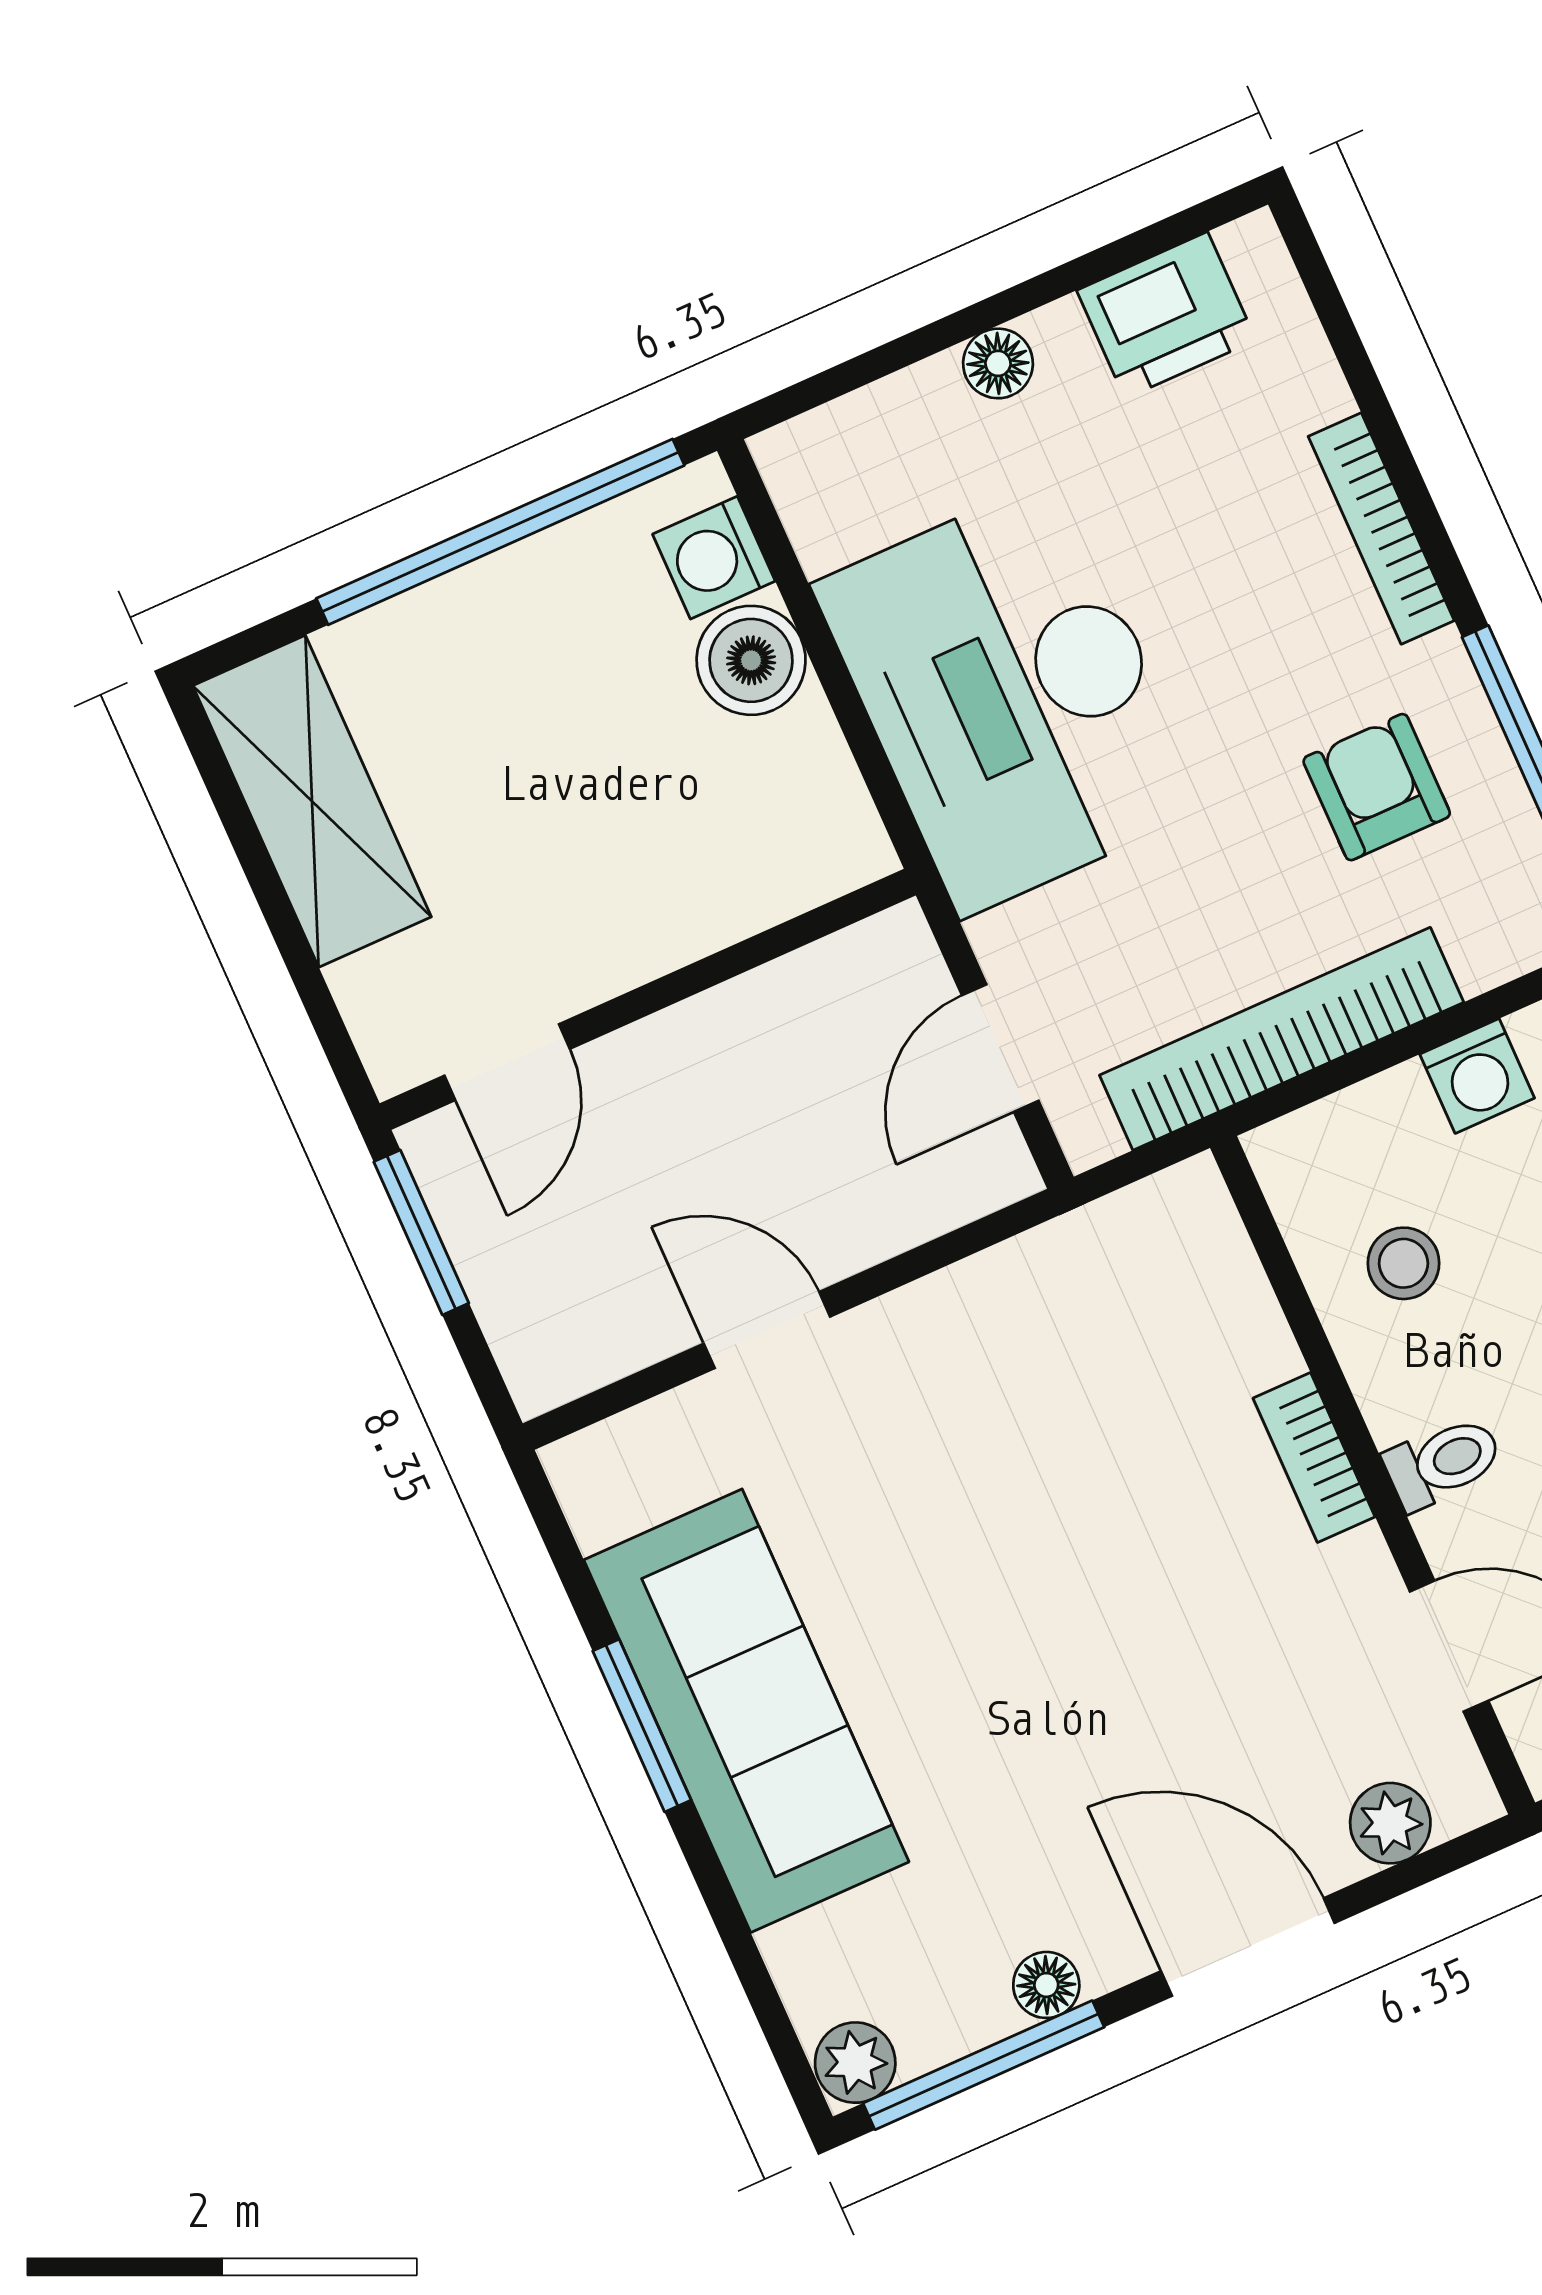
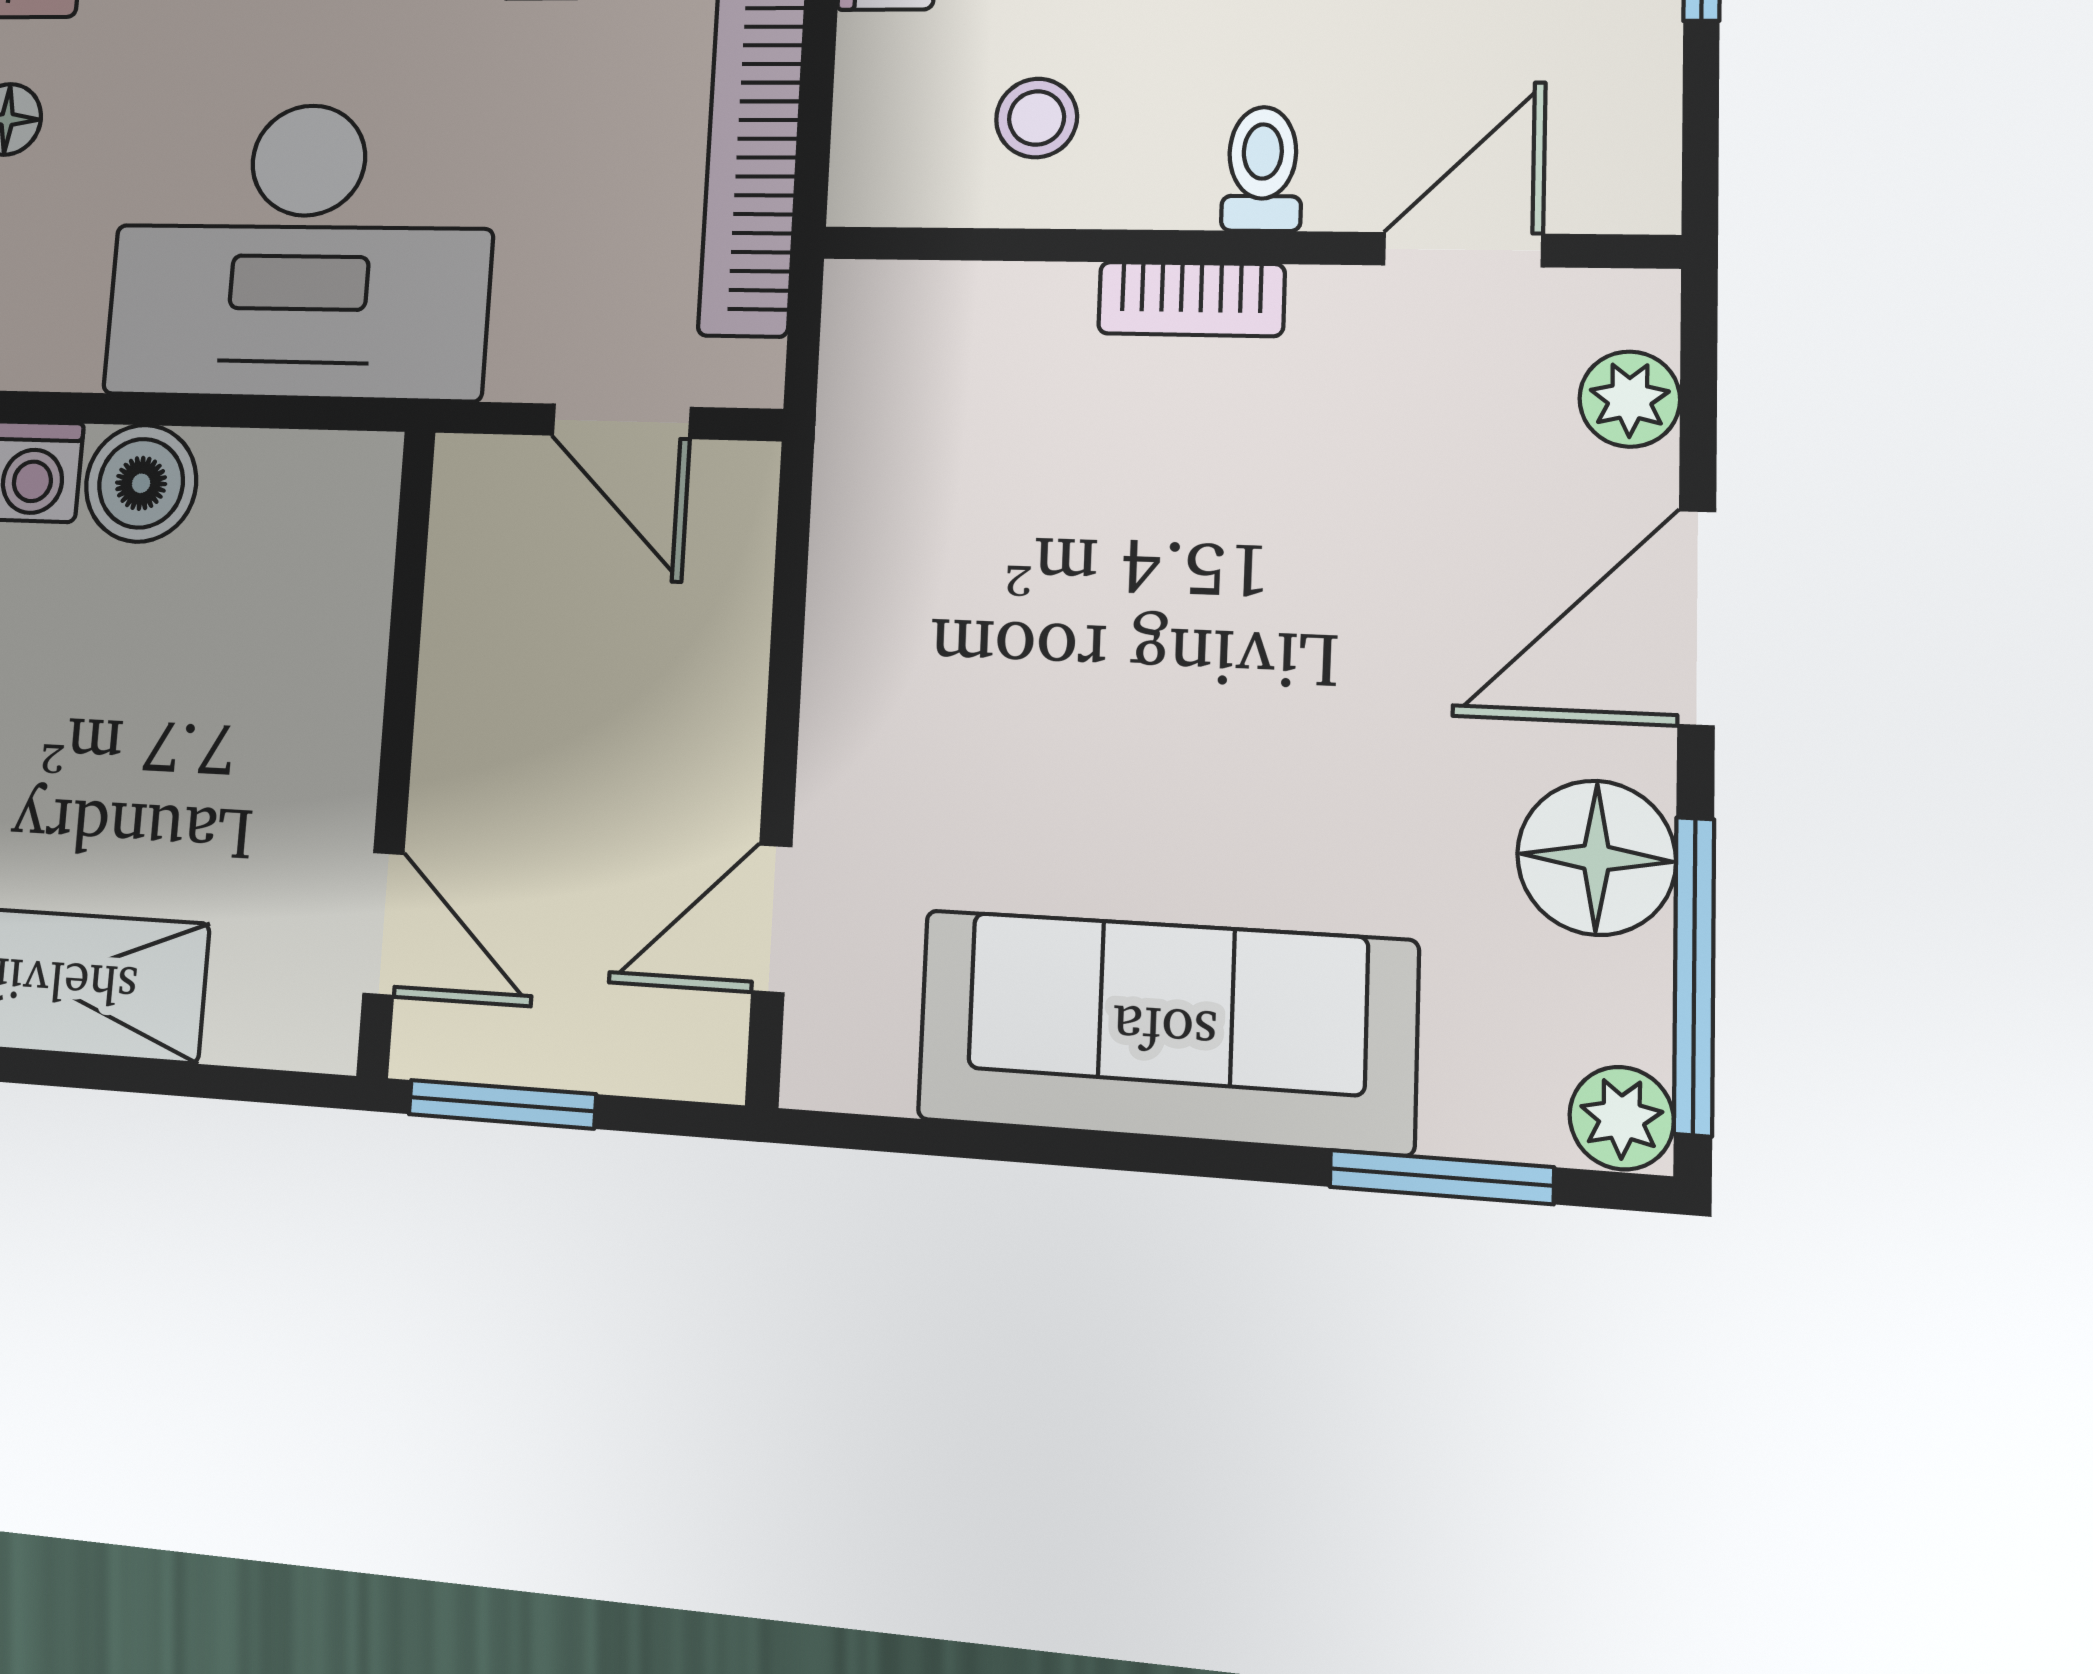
door: (767, 1330) -> (772, 919), moved
window: (642, 1726) -> (1441, 1177), moved
floor lamp: (1046, 1985) -> (1596, 858), width x1.89, depth x1.89

